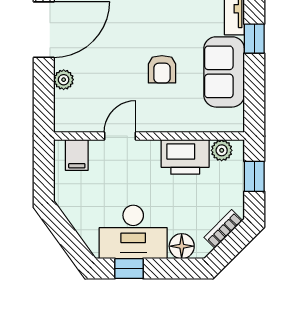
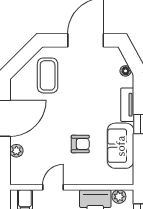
armchair: (162, 69) -> (80, 144), turned -90

